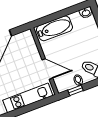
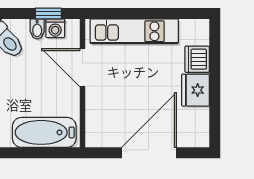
washing machine: (69, 84) -> (55, 28), added

